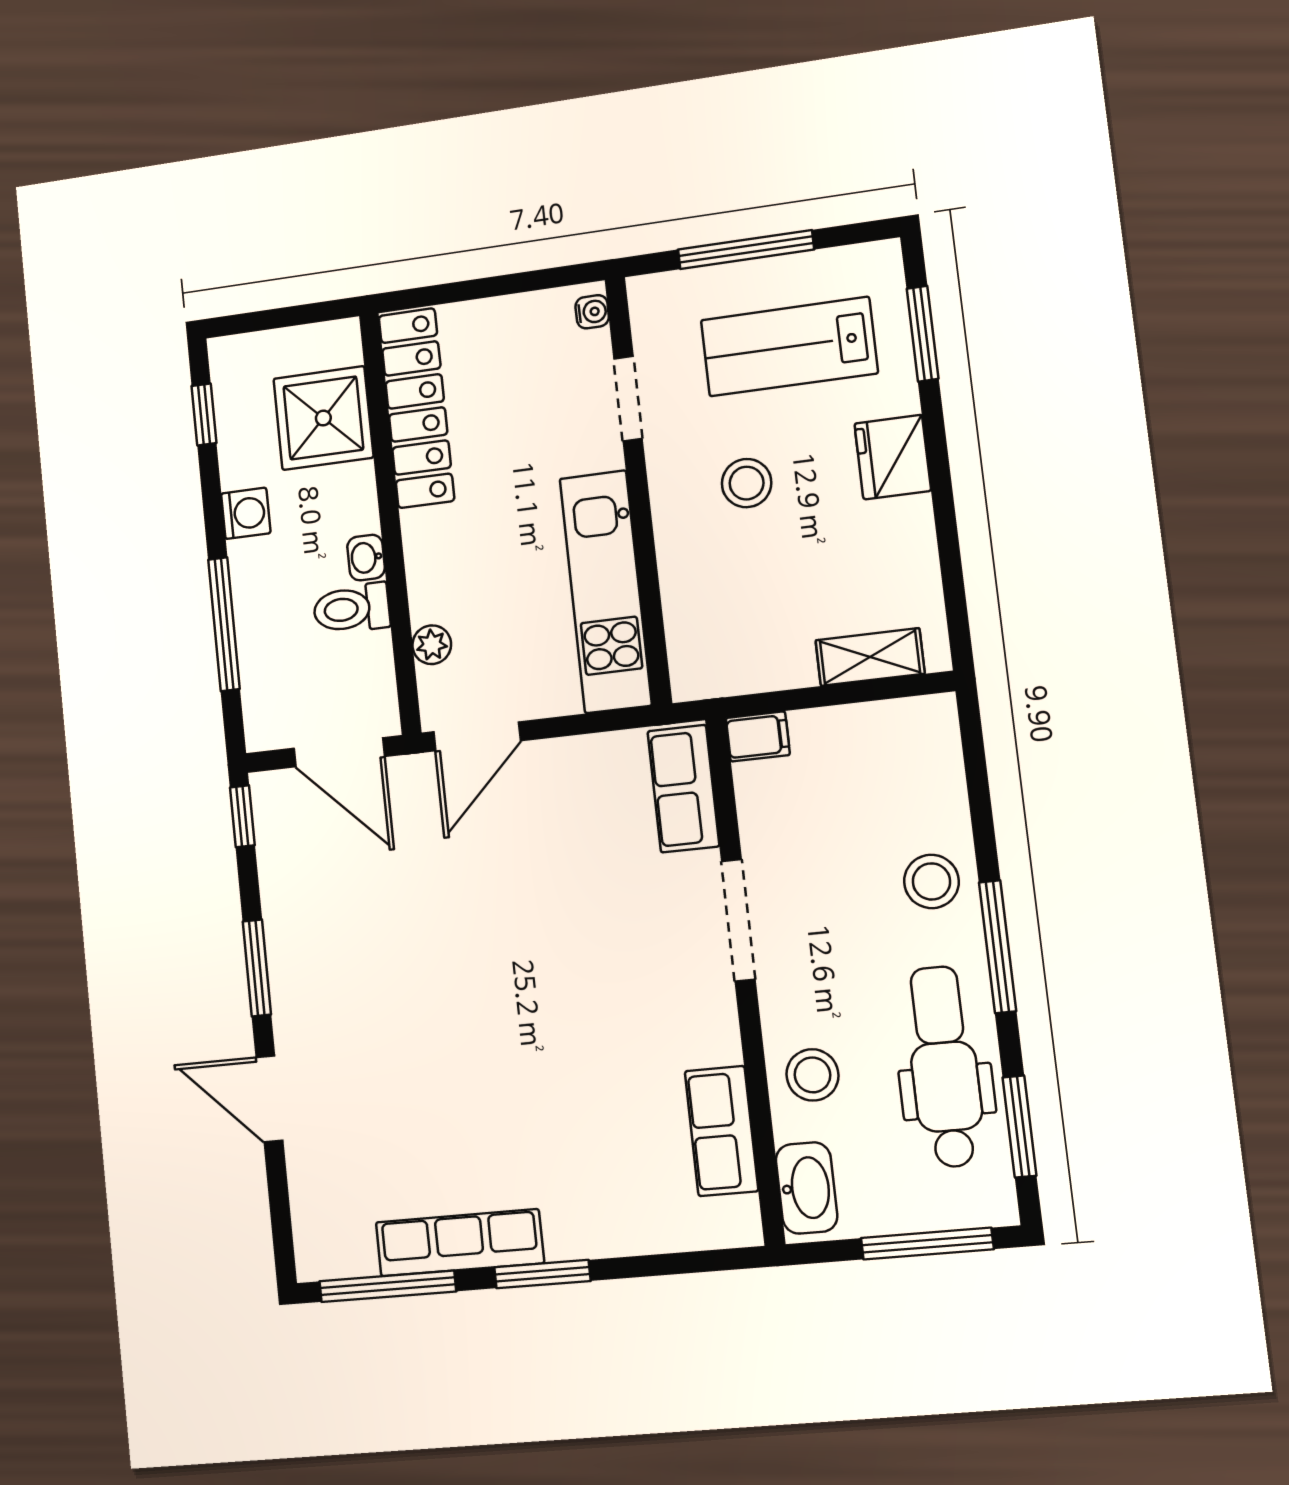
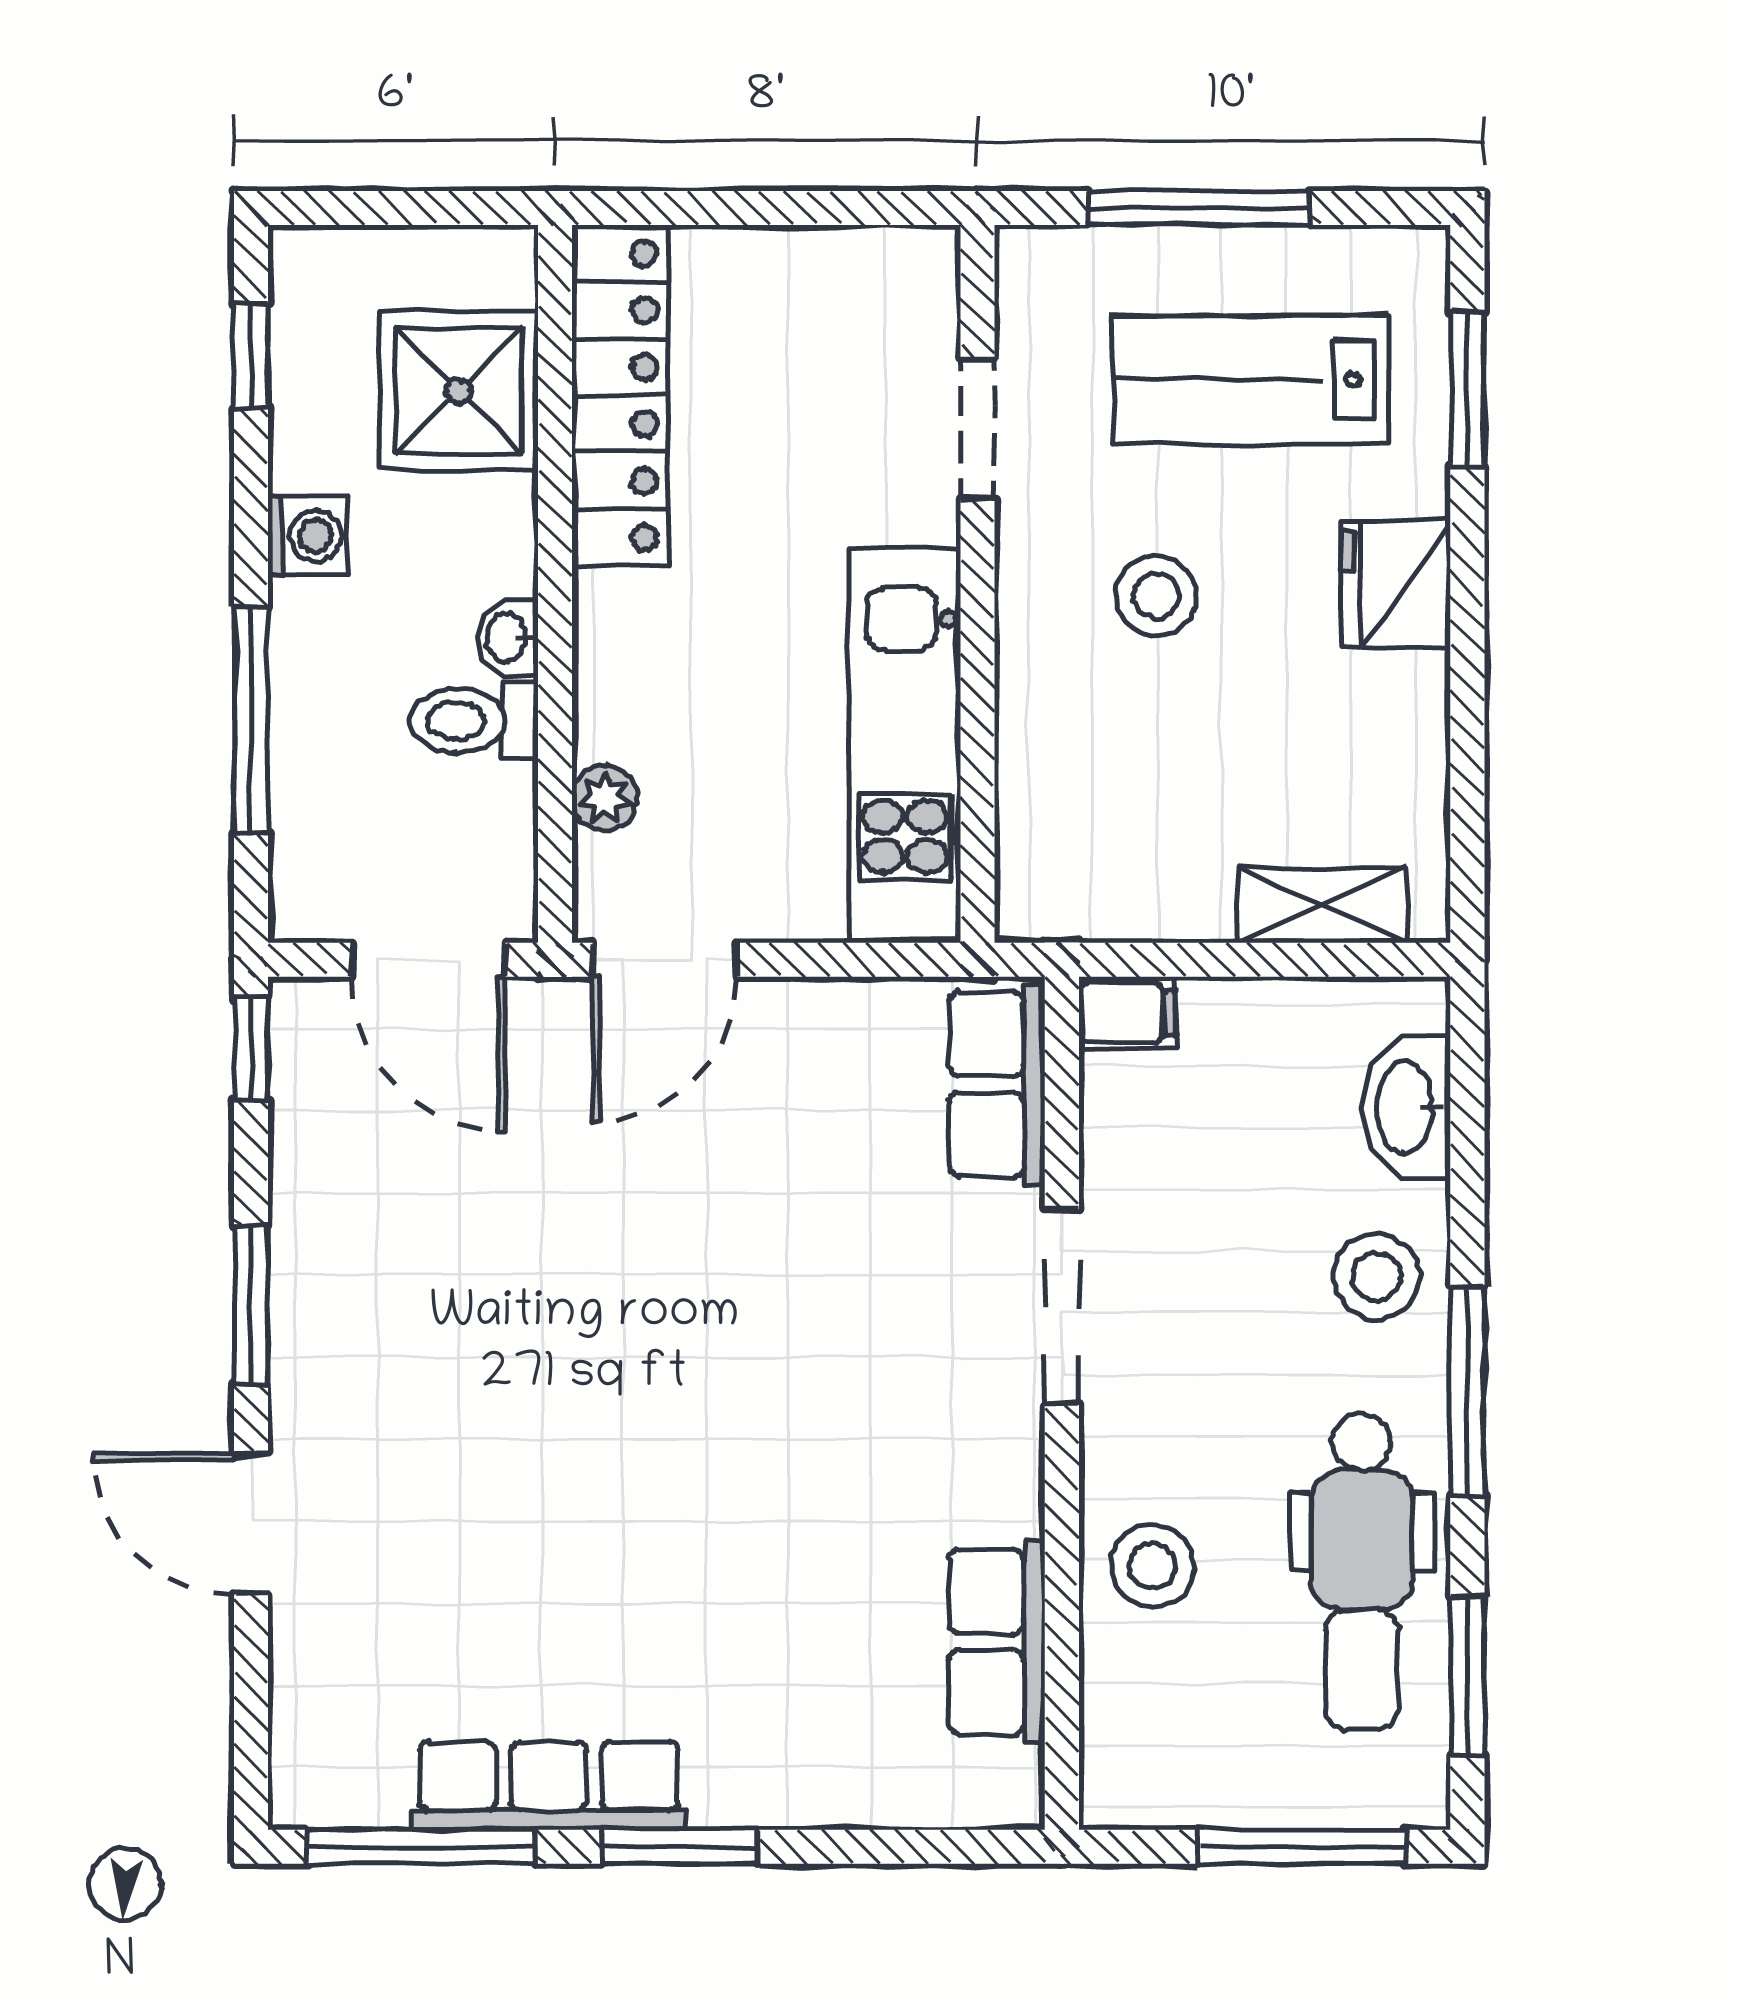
water cooler: (592, 312) -> (934, 275), removed
dental chair: (944, 1067) -> (1362, 1572), turned 180
washbasin: (807, 1188) -> (1407, 1107), moved, turned 180

